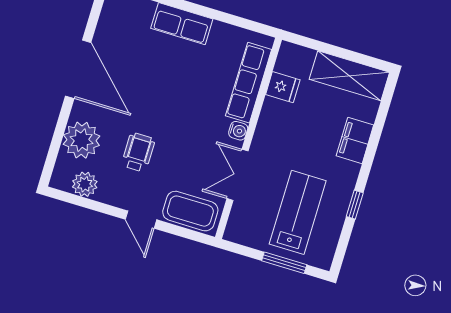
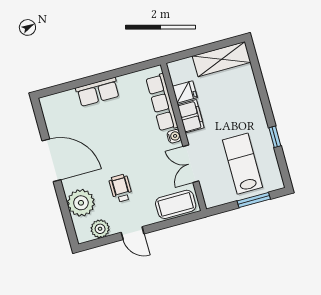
filing cabinet: (355, 140) -> (191, 116), moved, turned 180
door: (141, 220) -> (133, 233), moved

